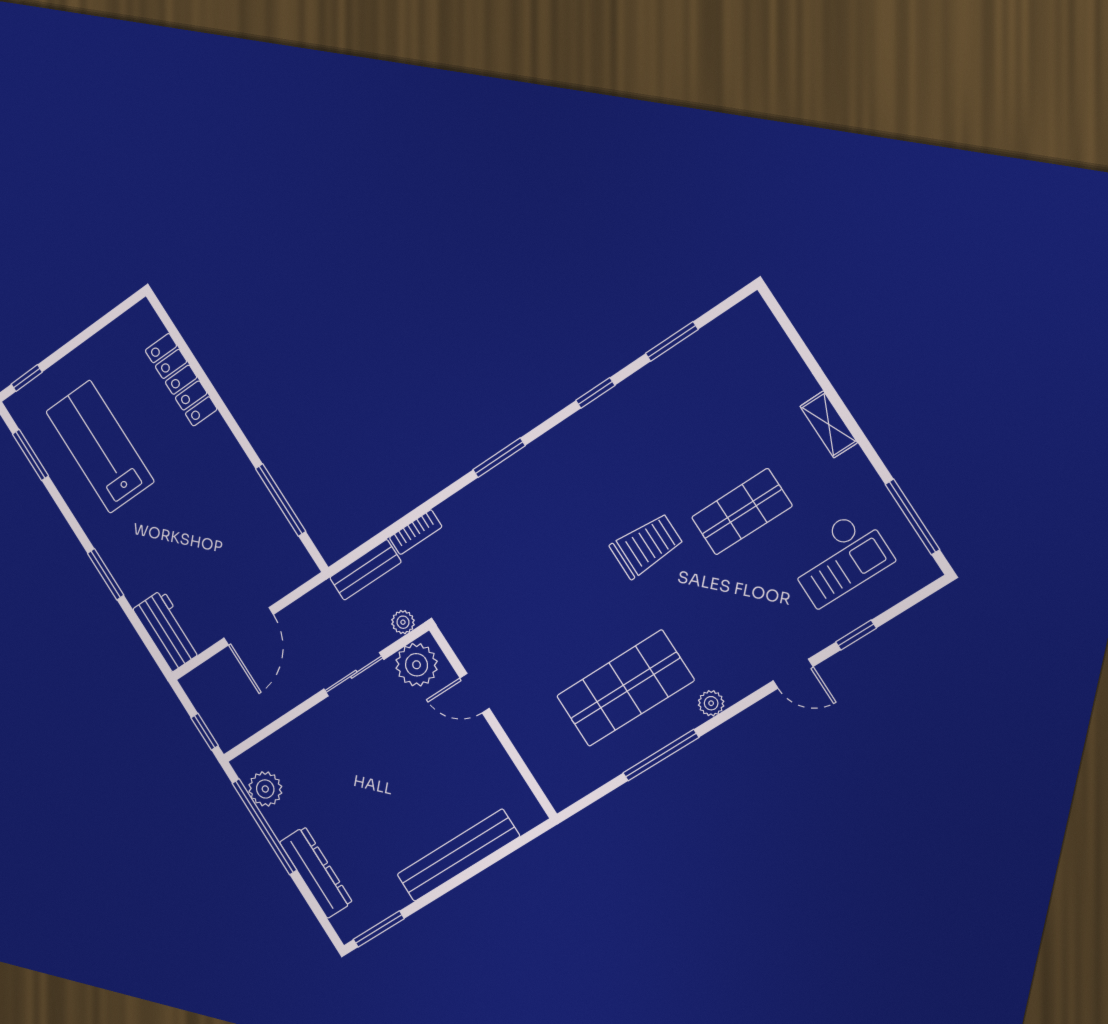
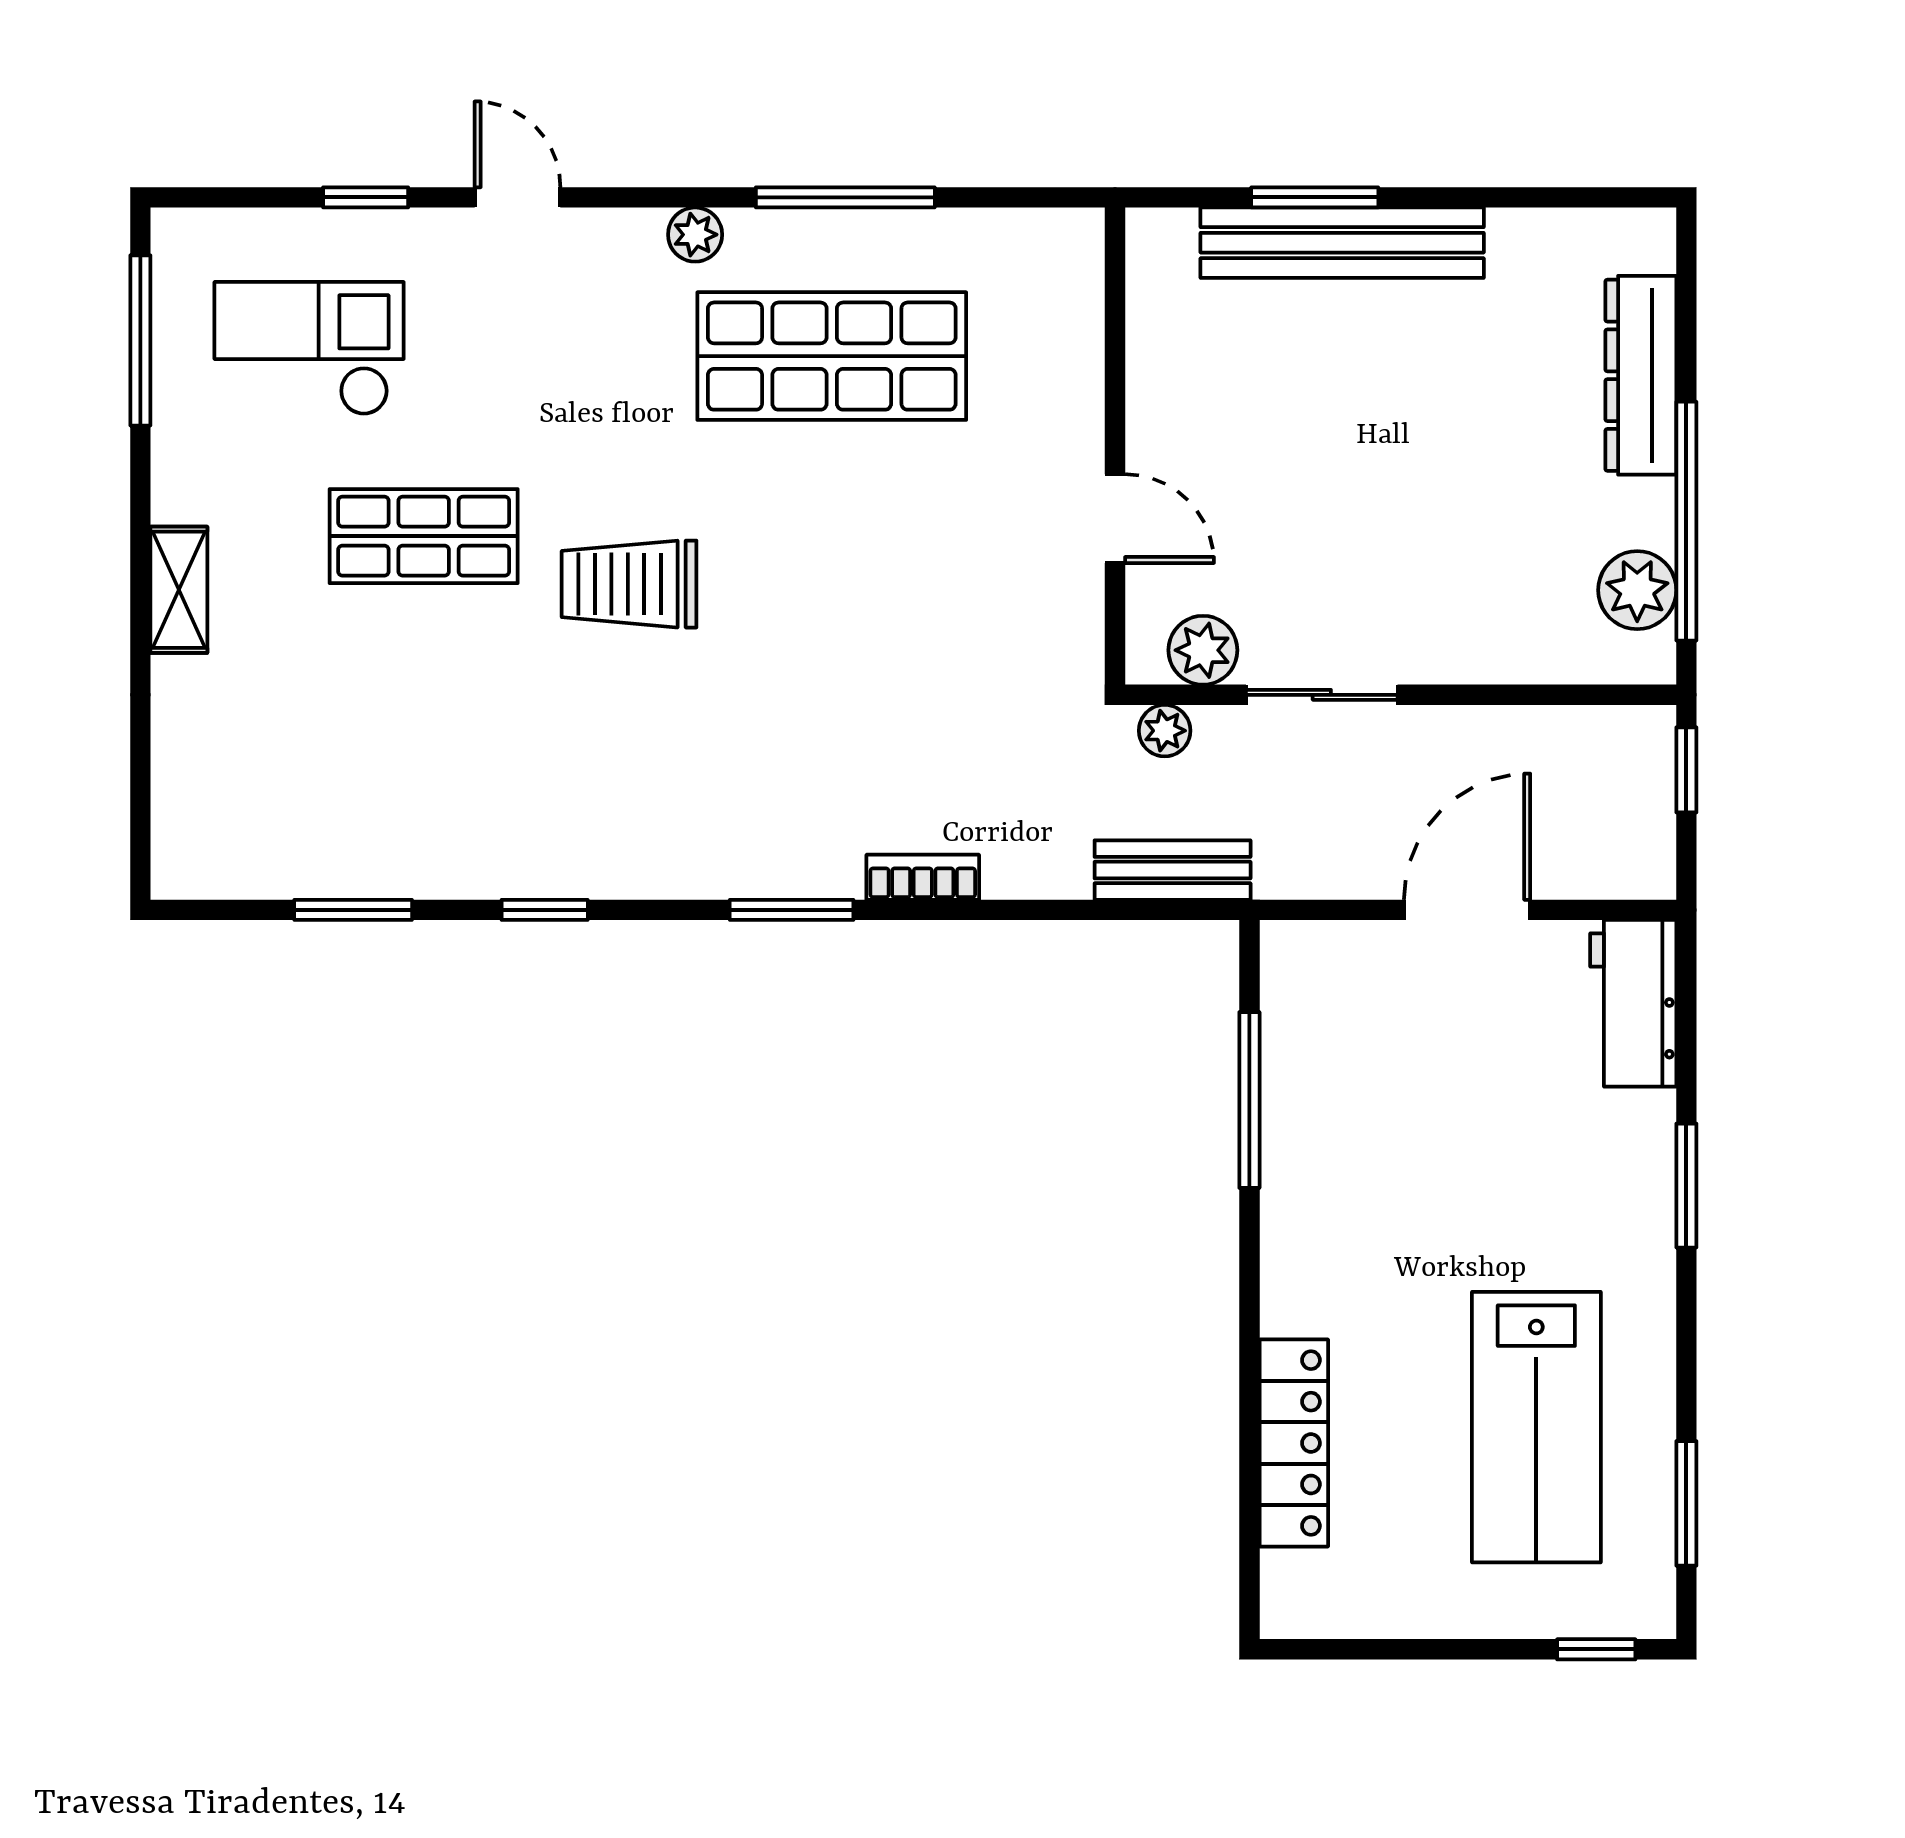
bookcase: (416, 532) -> (923, 877), moved
plant: (417, 665) -> (1203, 650), width x0.73, depth x0.73
window: (379, 929) -> (1315, 197), moved

